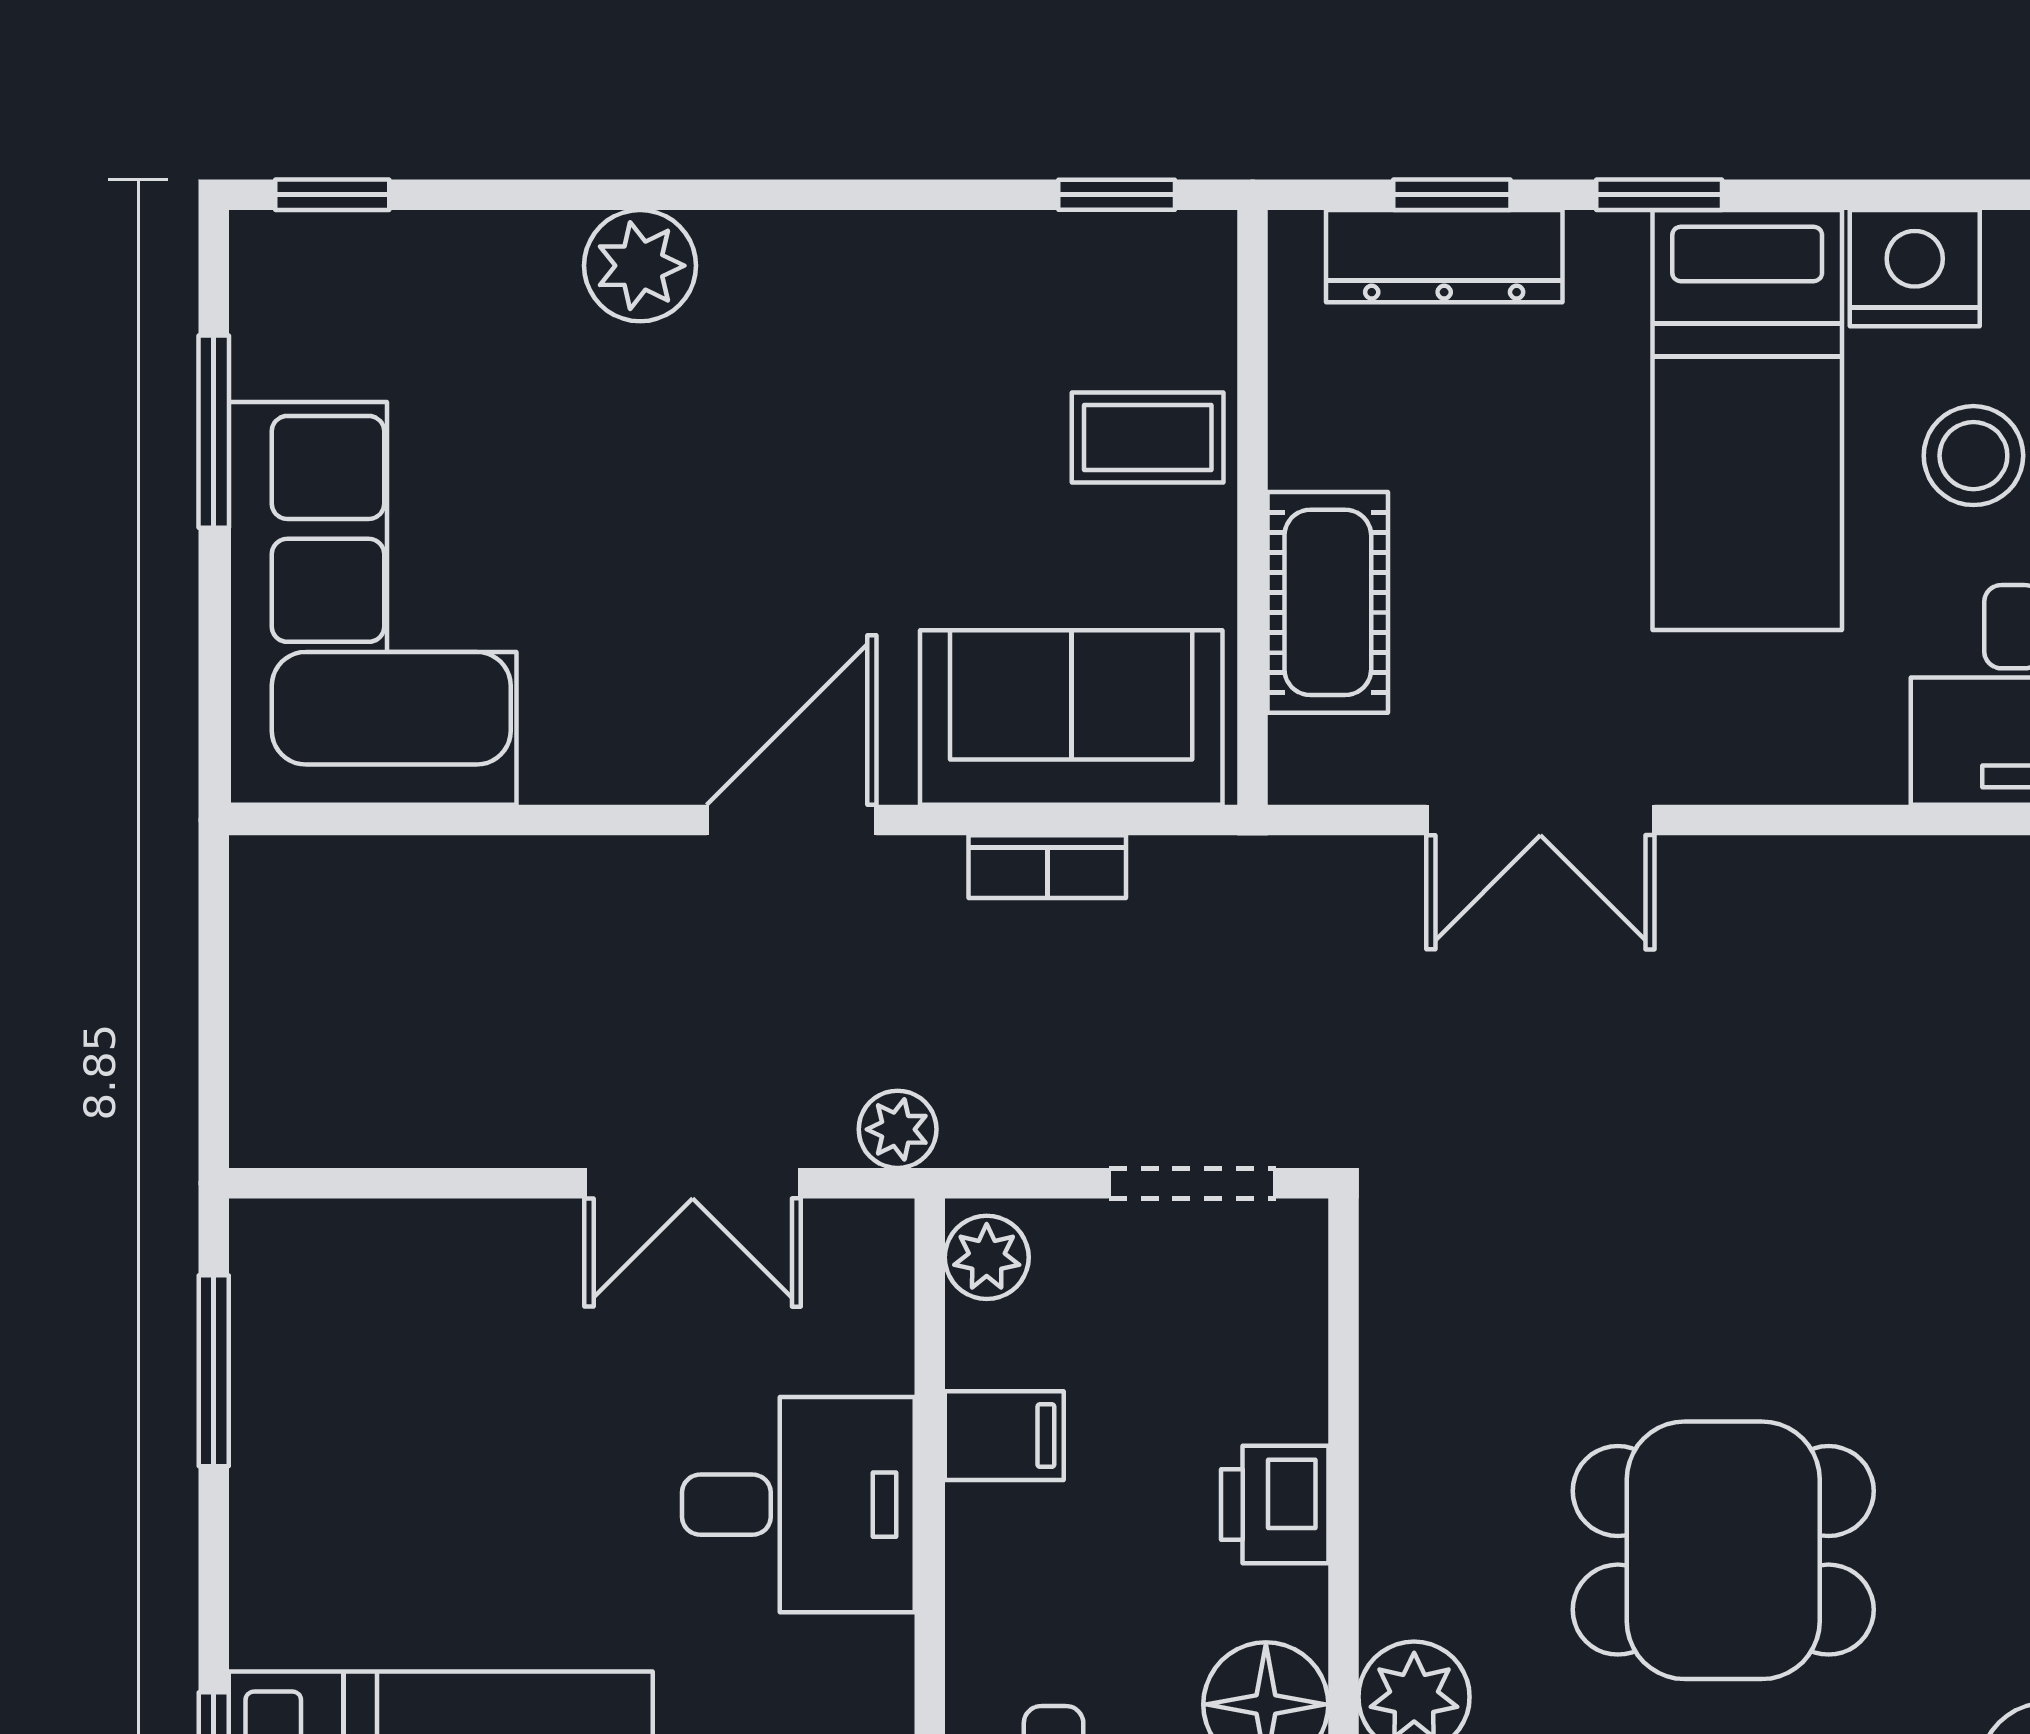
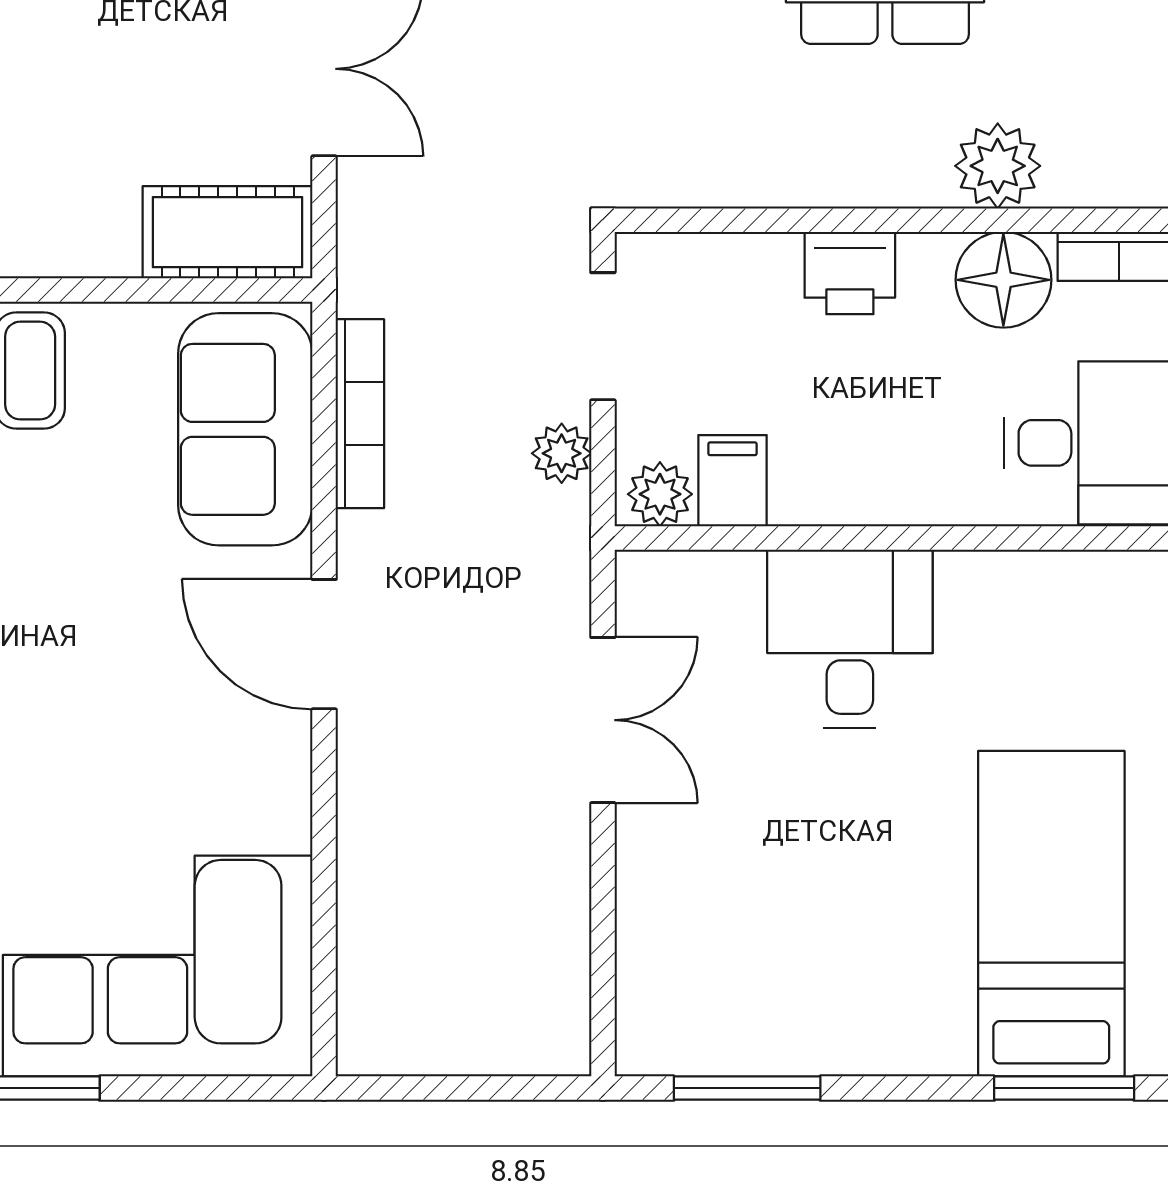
cot: (1328, 602) -> (228, 232), moved
bookcase: (1047, 867) -> (360, 414), width x1.56
plant: (898, 1129) -> (562, 453), moved
filing cabinet: (1004, 1436) -> (732, 481), moved

